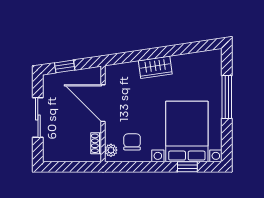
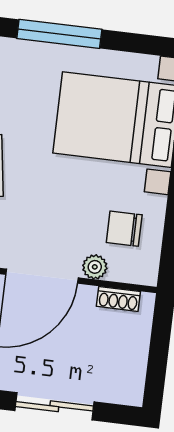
plant: (111, 150) -> (95, 267), moved

